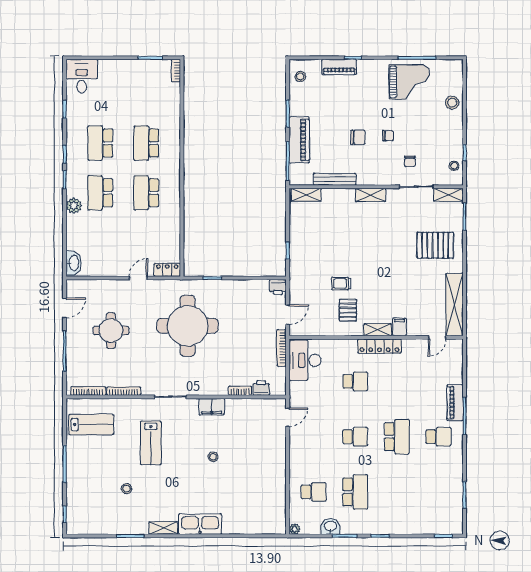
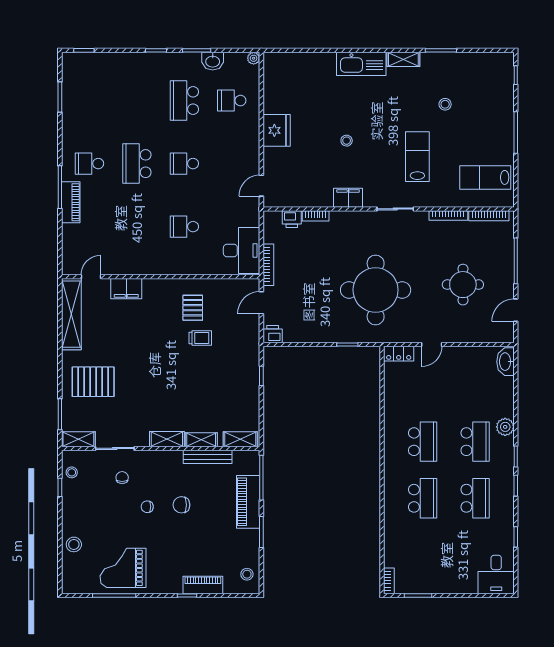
filing cabinet: (399, 327) -> (126, 289), width x2.00
shelving: (378, 330) -> (201, 440), moved
locker: (379, 346) -> (157, 267), removed
fridge: (274, 466) -> (277, 130), added

